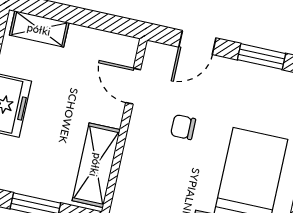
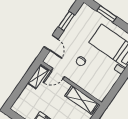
shelving: (39, 29) -> (38, 77), moved

